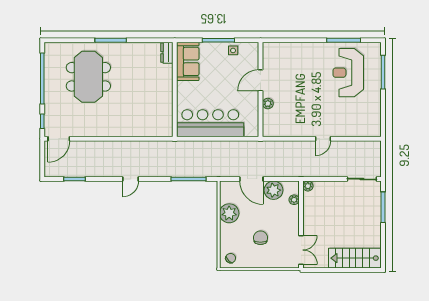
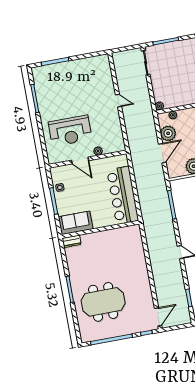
reception desk: (348, 73) -> (70, 131), moved
door: (59, 139) -> (158, 317), hinge flipped

